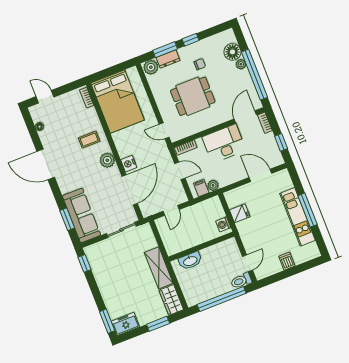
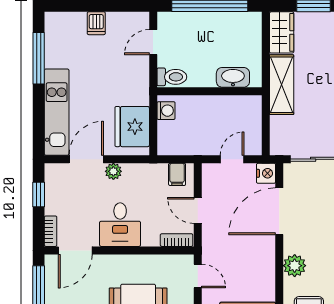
desk: (224, 144) -> (120, 225), width x0.73
nightstand: (129, 164) -> (266, 173), moved
door: (260, 175) -> (86, 159), swing flipped
plant: (213, 185) -> (113, 171), moved
window: (308, 210) -> (39, 58), moved
fridge: (240, 213) -> (132, 127), width x1.88, depth x1.34
kitchen unit: (298, 217) -> (57, 112), moved
toilet: (241, 281) -> (172, 77), moved

